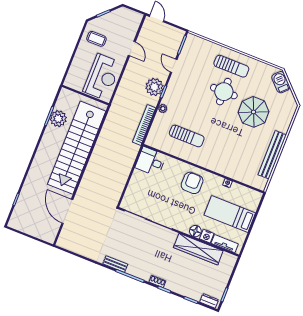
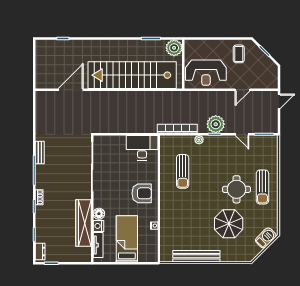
door: (174, 66) -> (242, 134), swing flipped
plant: (58, 119) -> (174, 48), moved
desk: (151, 161) -> (142, 148), width x1.37

